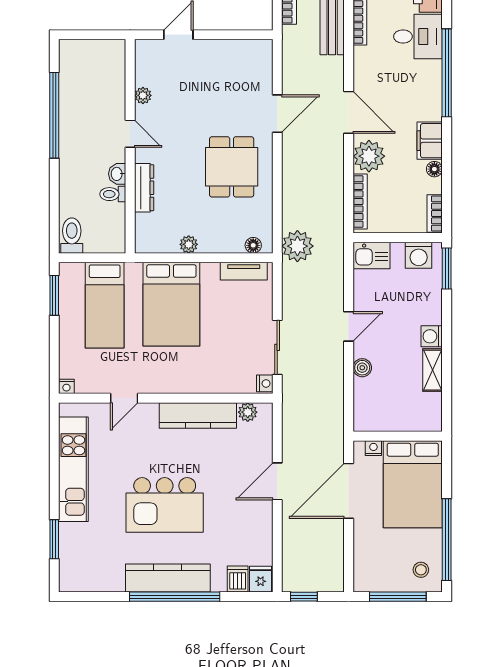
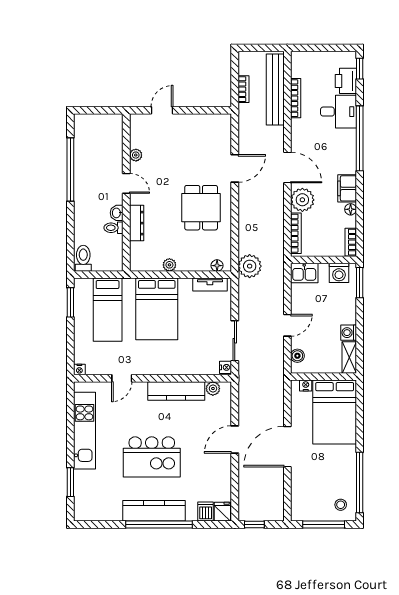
wall: (398, 436) -> (323, 377), moved
nightstand: (373, 448) -> (306, 385), moved
bed: (413, 484) -> (335, 412), moved

